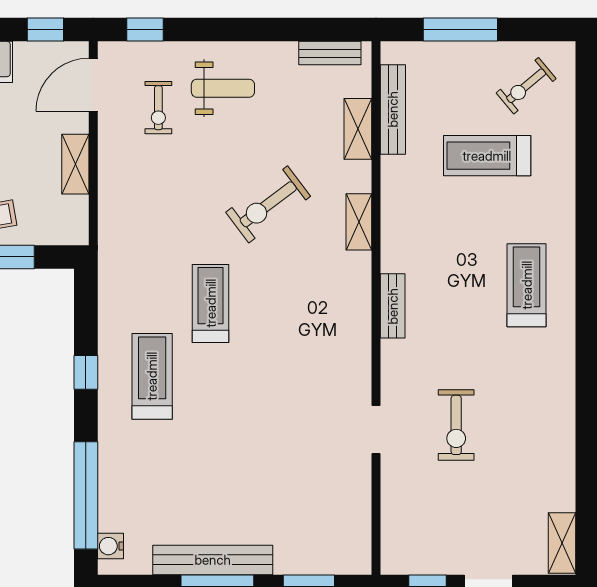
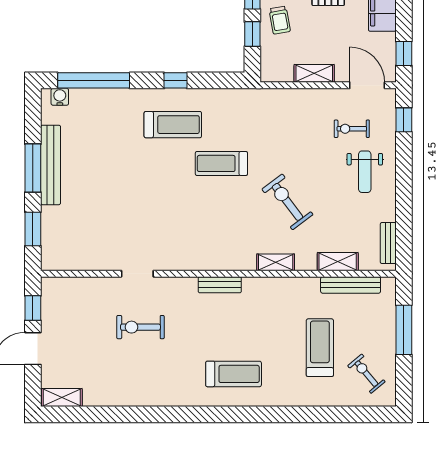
treadmill: (211, 303) -> (221, 163), turned 180

